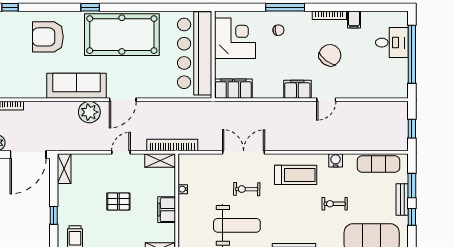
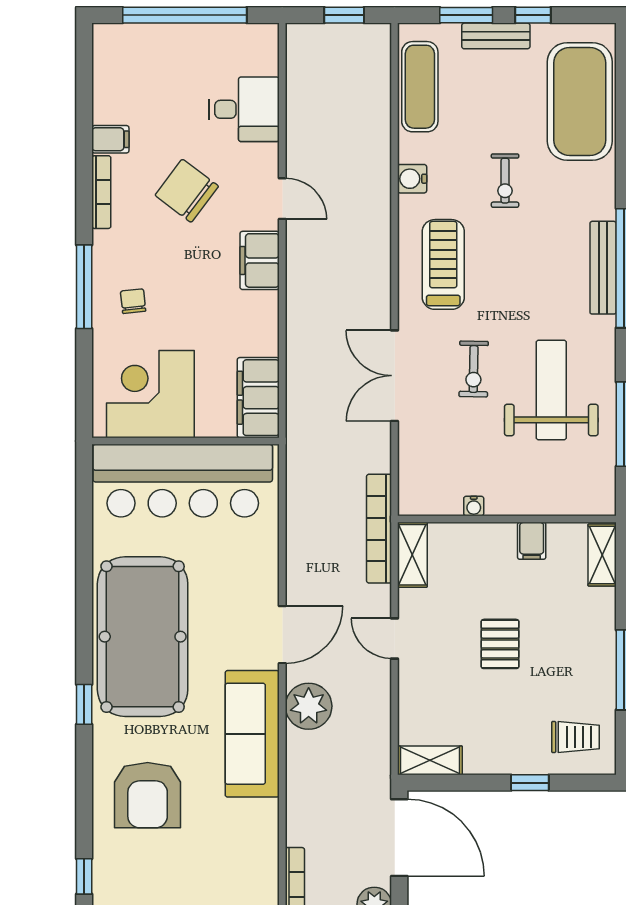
desk: (392, 43) -> (244, 109), moved, turned 90
door: (123, 100) -> (282, 635), hinge flipped
filing cabinet: (167, 210) -> (532, 541), width x0.50

